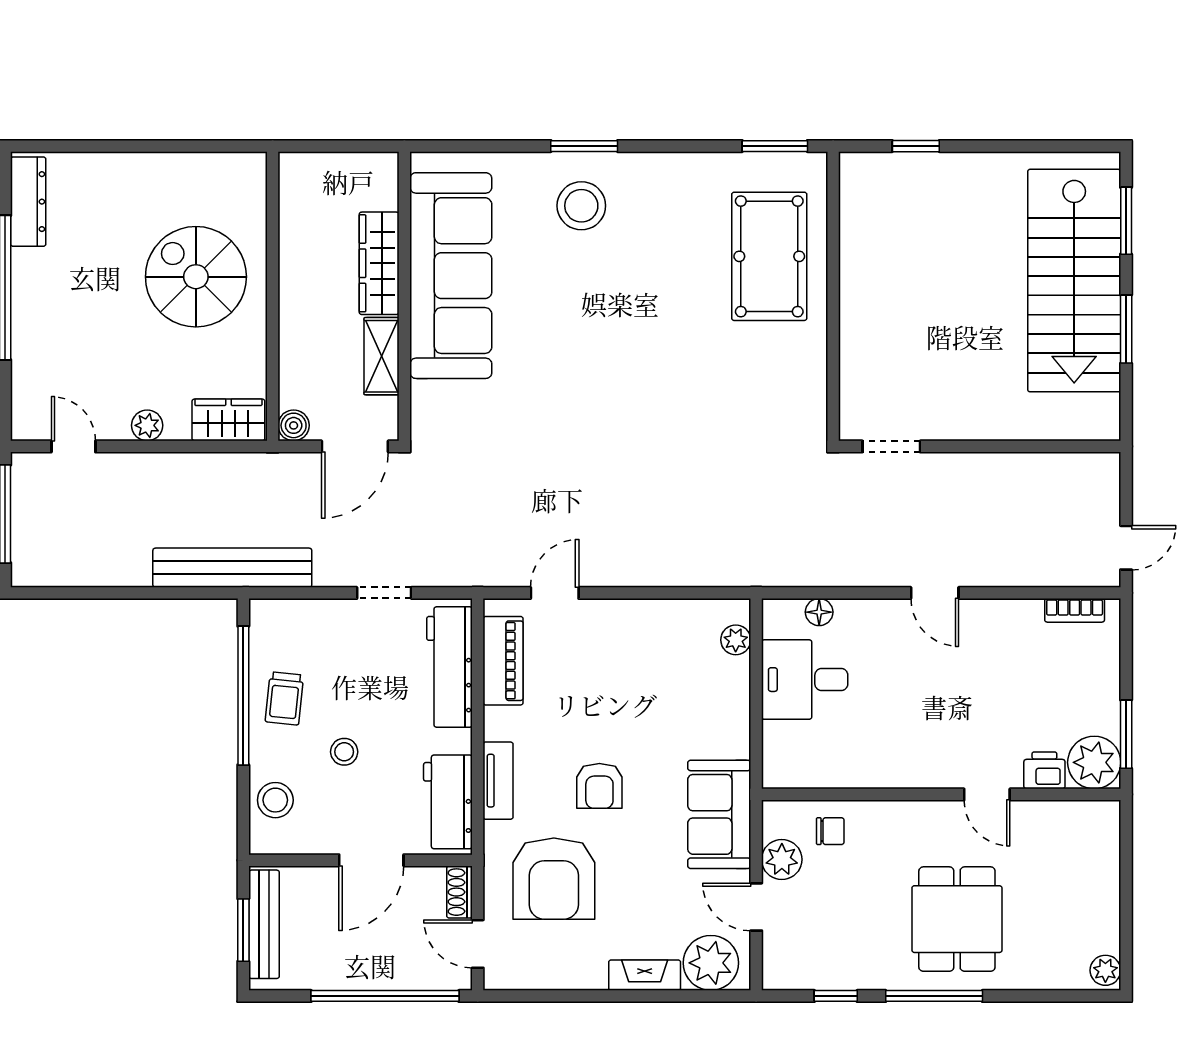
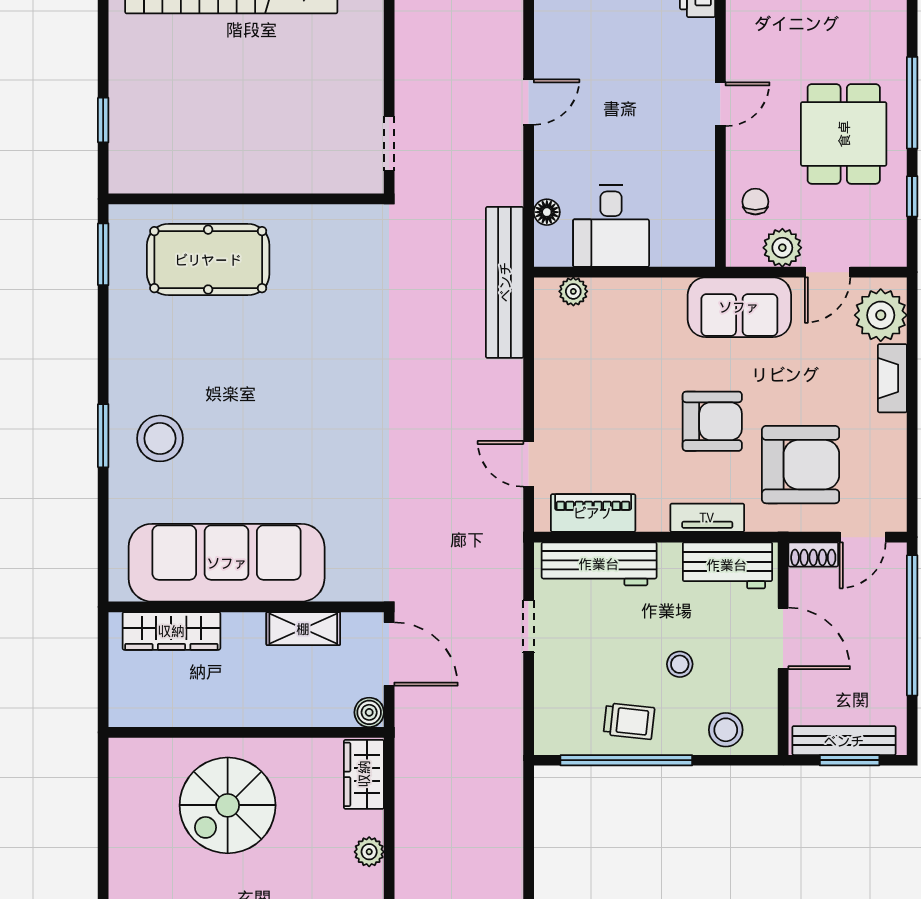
wardrobe: (379, 263) -> (171, 631), moved
bench: (232, 568) -> (505, 282), moved
armchair: (599, 786) -> (712, 421), width x1.38, depth x1.38
door: (987, 794) -> (720, 104), moved
dining table: (957, 919) -> (844, 134), moved, turned 90

